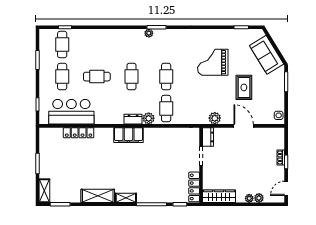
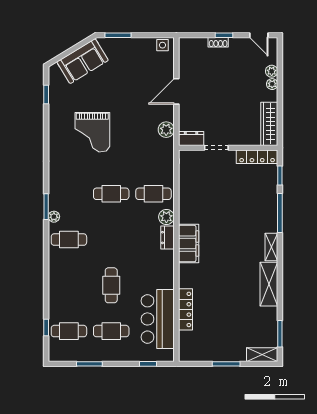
cafe table: (131, 77) -> (69, 240), moved
rug: (244, 87) -> (126, 91), removed

